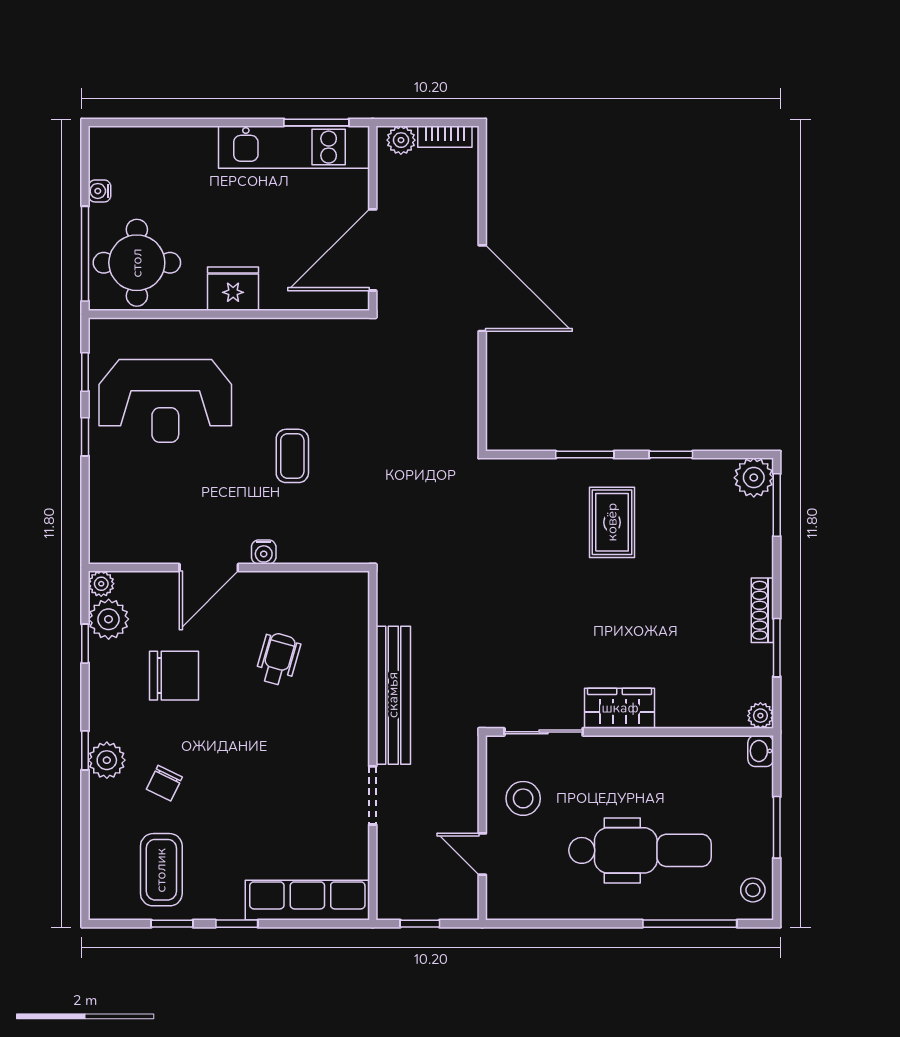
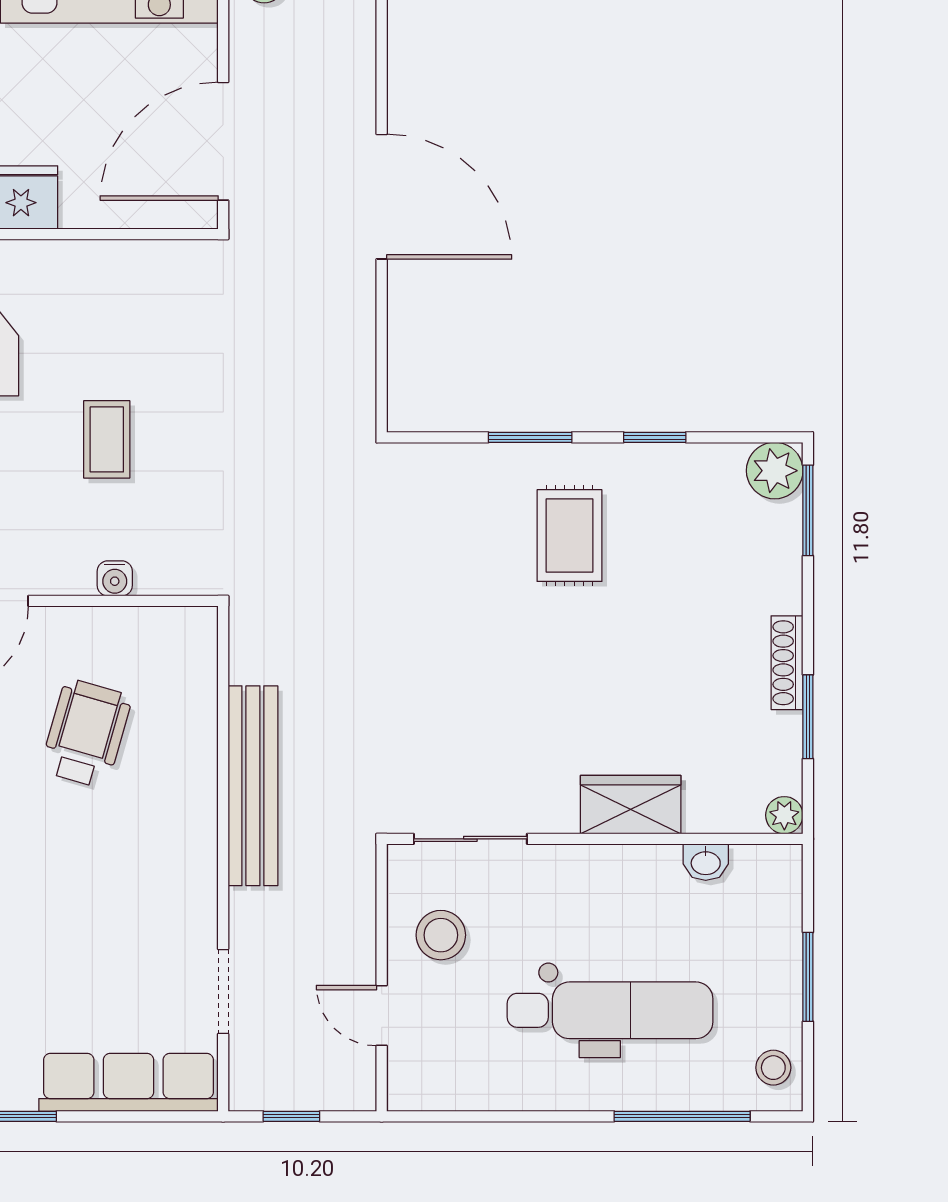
water cooler: (264, 552) -> (115, 578), moved
wheelchair: (278, 659) -> (86, 733), width x1.36, depth x1.37
wardrobe: (620, 708) -> (631, 805), moved
washbasin: (761, 751) -> (706, 862), moved, turned -90
doorway: (373, 795) -> (223, 991), moved

